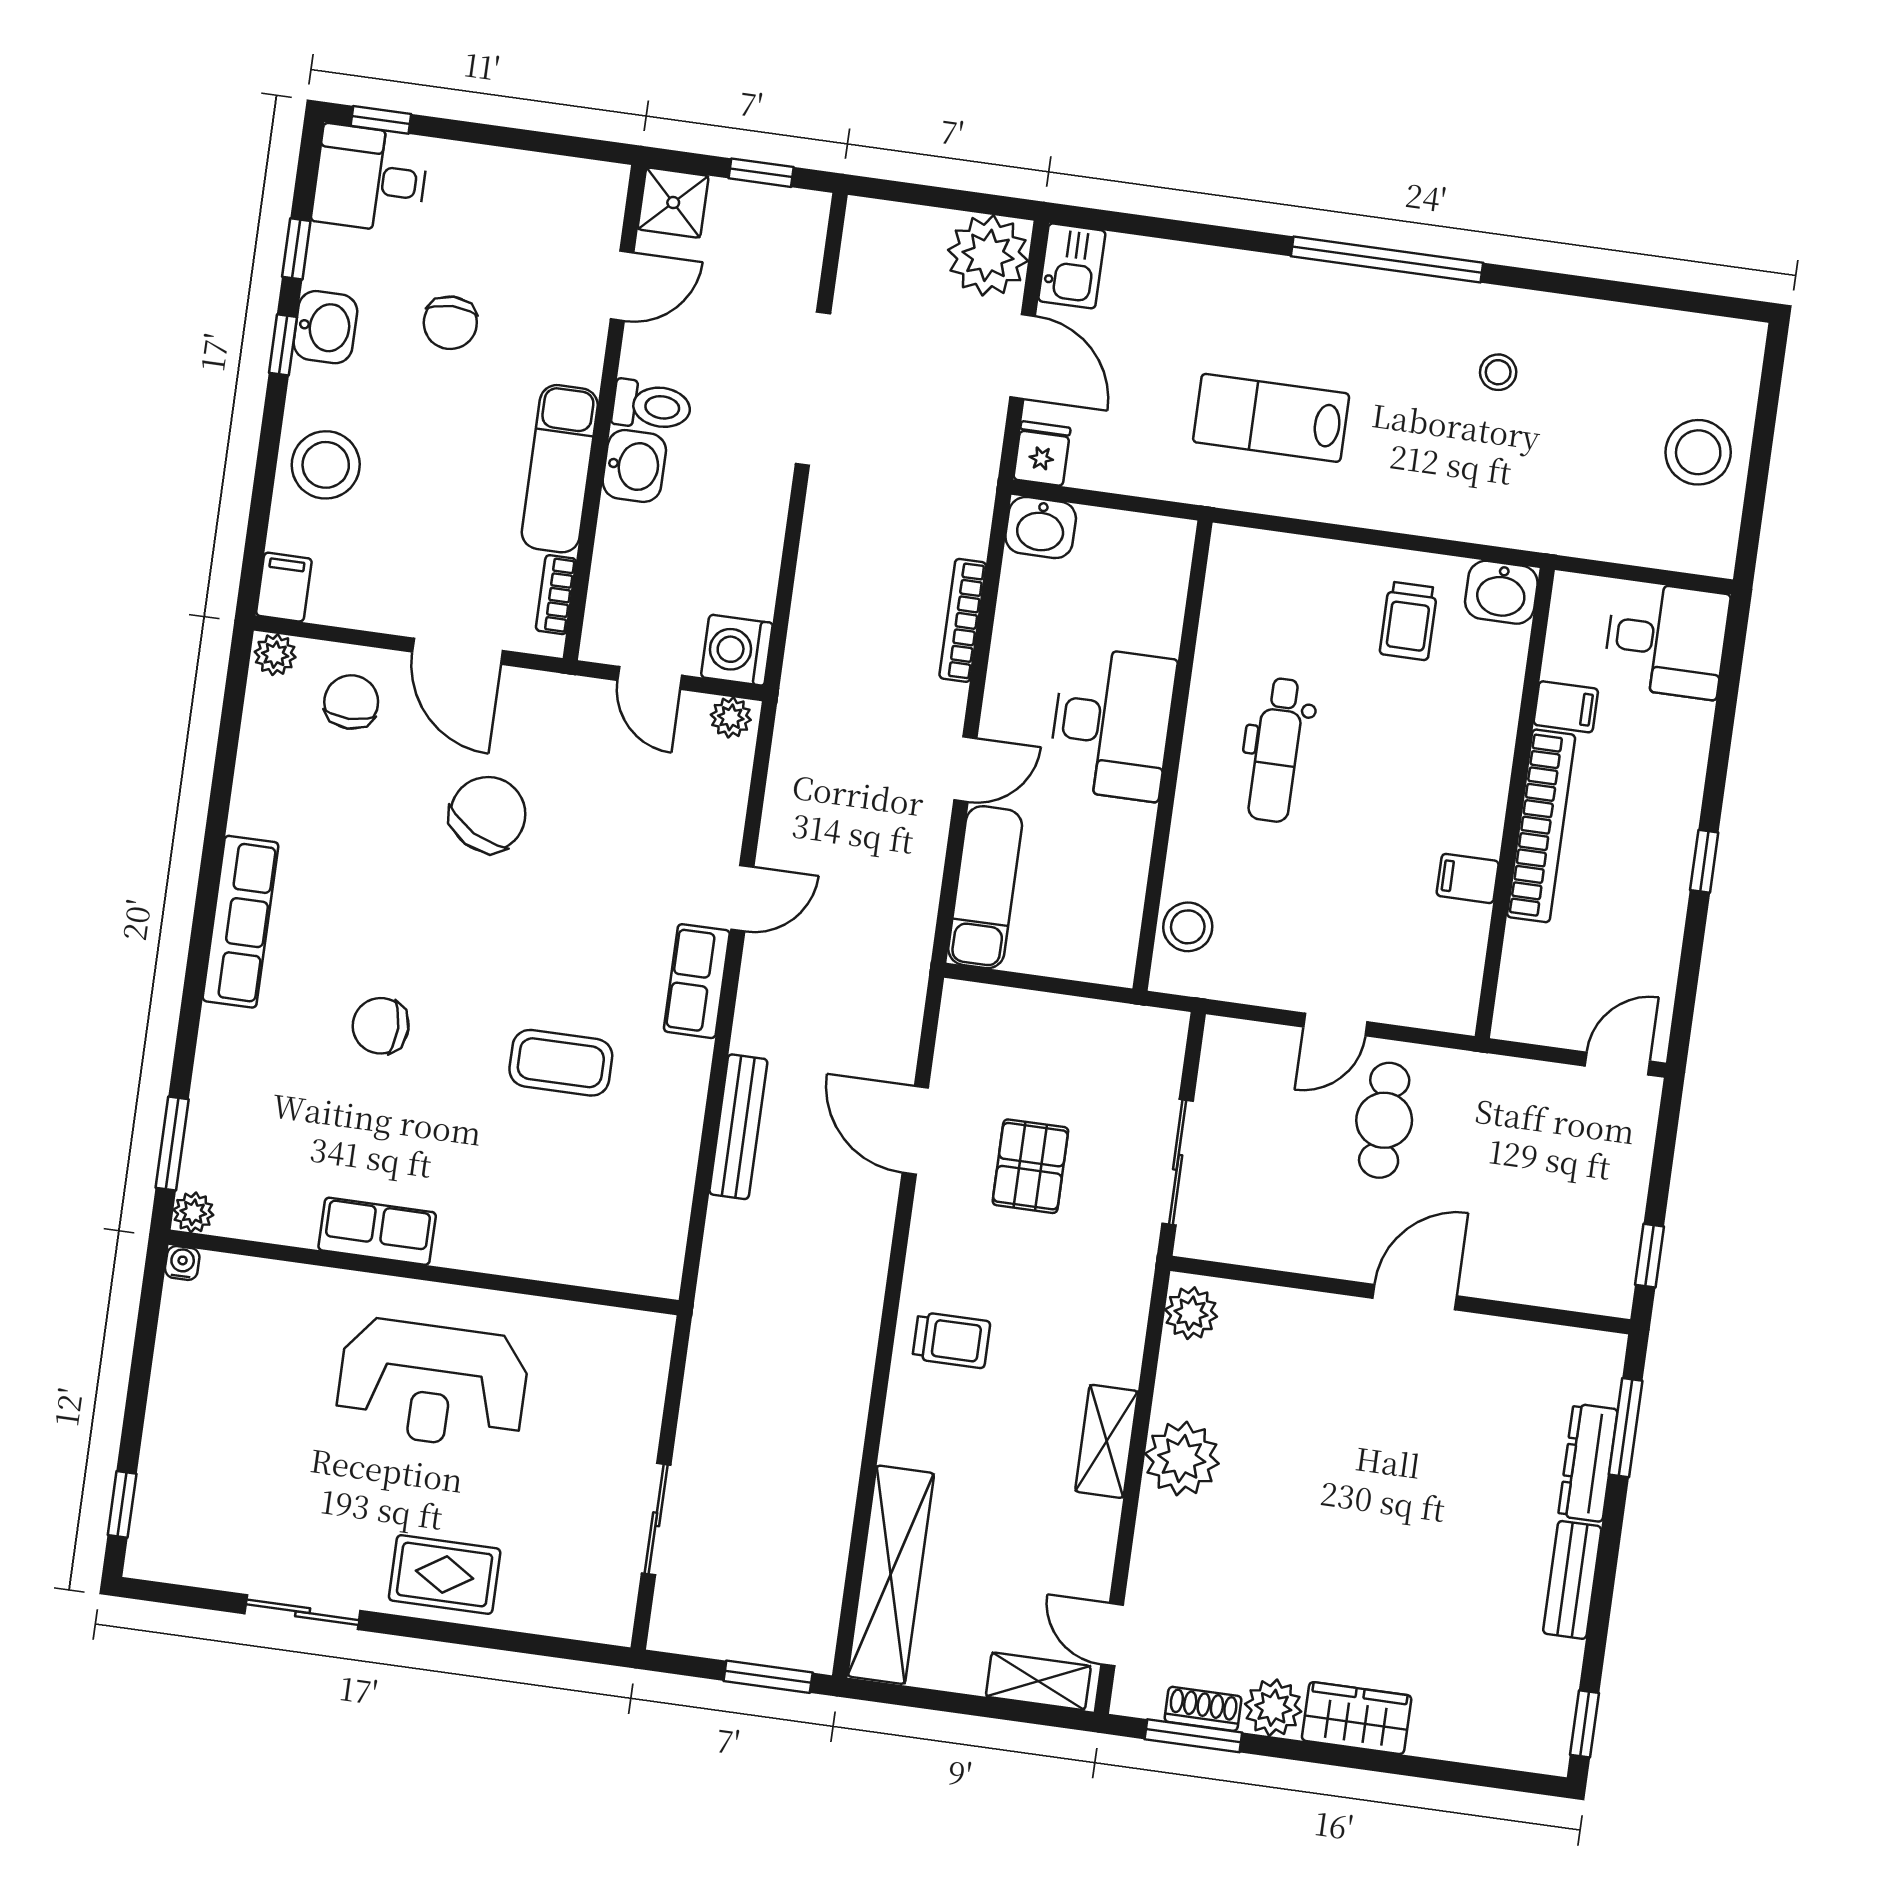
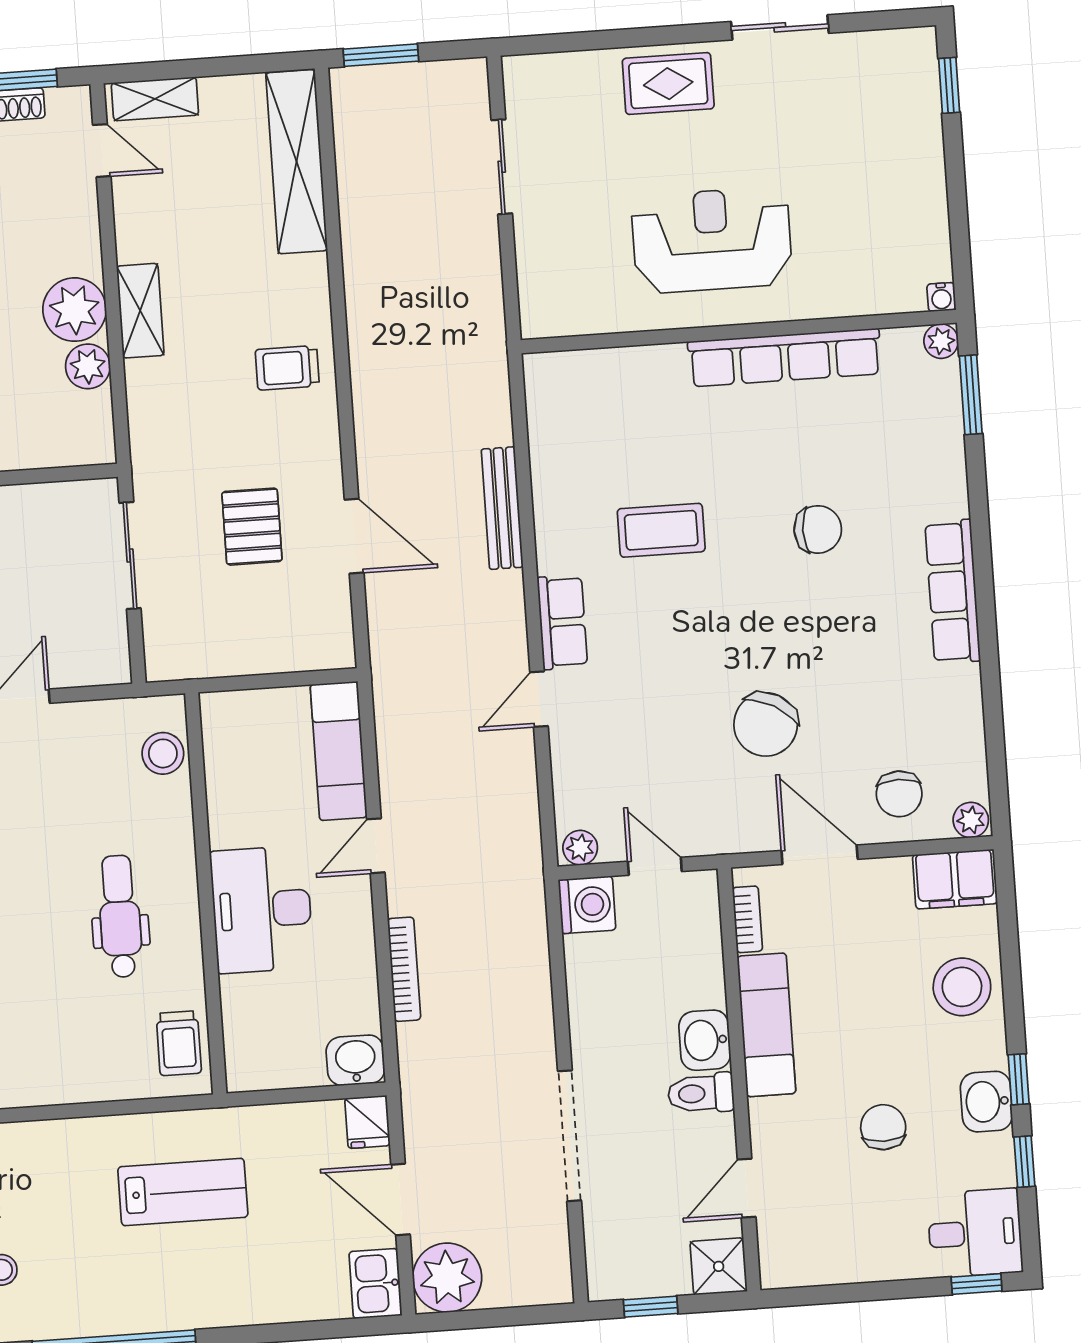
filing cabinet: (284, 587) -> (955, 879), width x2.00
trolley: (1409, 621) -> (179, 1043), moved, turned 180
row of seats: (377, 1231) -> (785, 358), width x2.02
plant: (1191, 1313) -> (88, 366), moved

